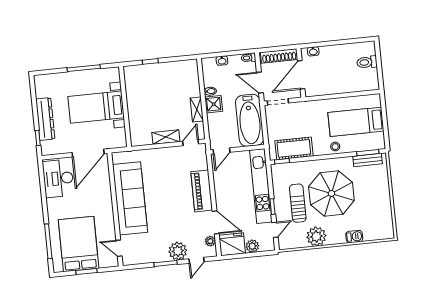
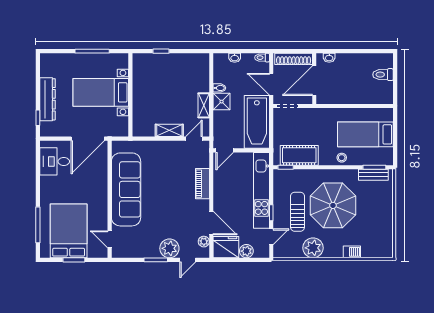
desk: (58, 178) -> (55, 161), width x0.73
piano: (202, 191) -> (202, 184), width x0.73, depth x0.75

